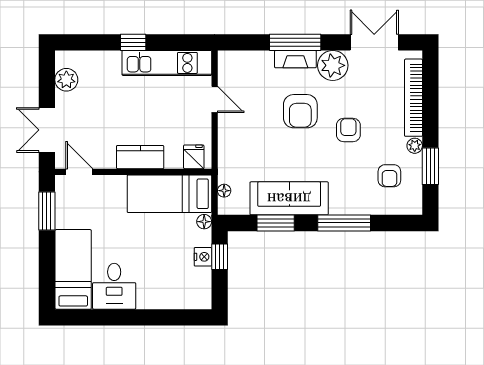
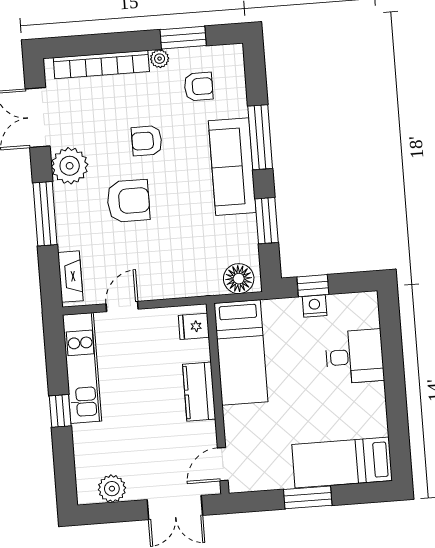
fireplace: (295, 59) -> (70, 277), moved
floor lamp: (224, 191) -> (239, 279), width x1.89, depth x1.89
sofa: (289, 198) -> (232, 167), moved
window: (47, 211) -> (308, 497), moved
floor lamp: (204, 222) -> (272, 308), removed
desk: (114, 286) -> (354, 356), moved

